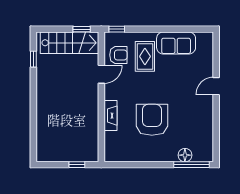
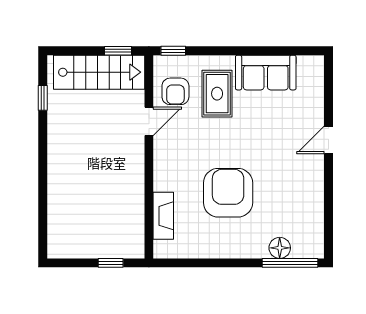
armchair: (118, 55) -> (175, 91), turned 90
fireplace: (110, 116) -> (163, 216), moved

